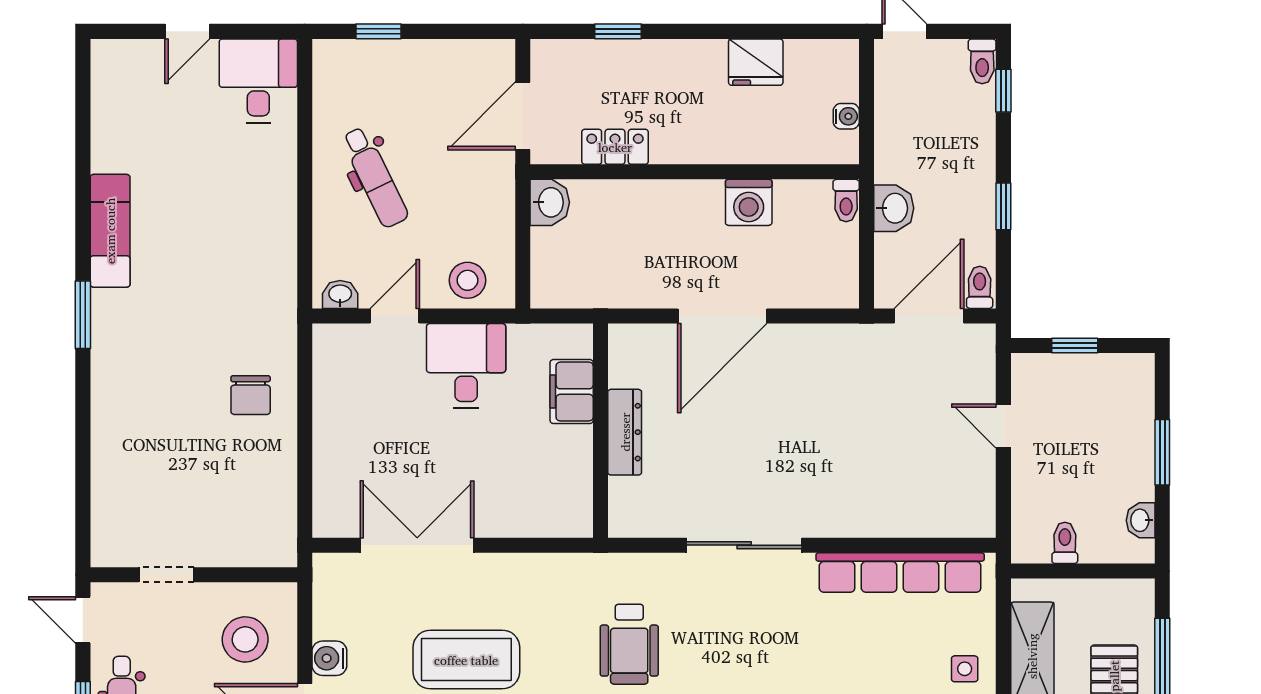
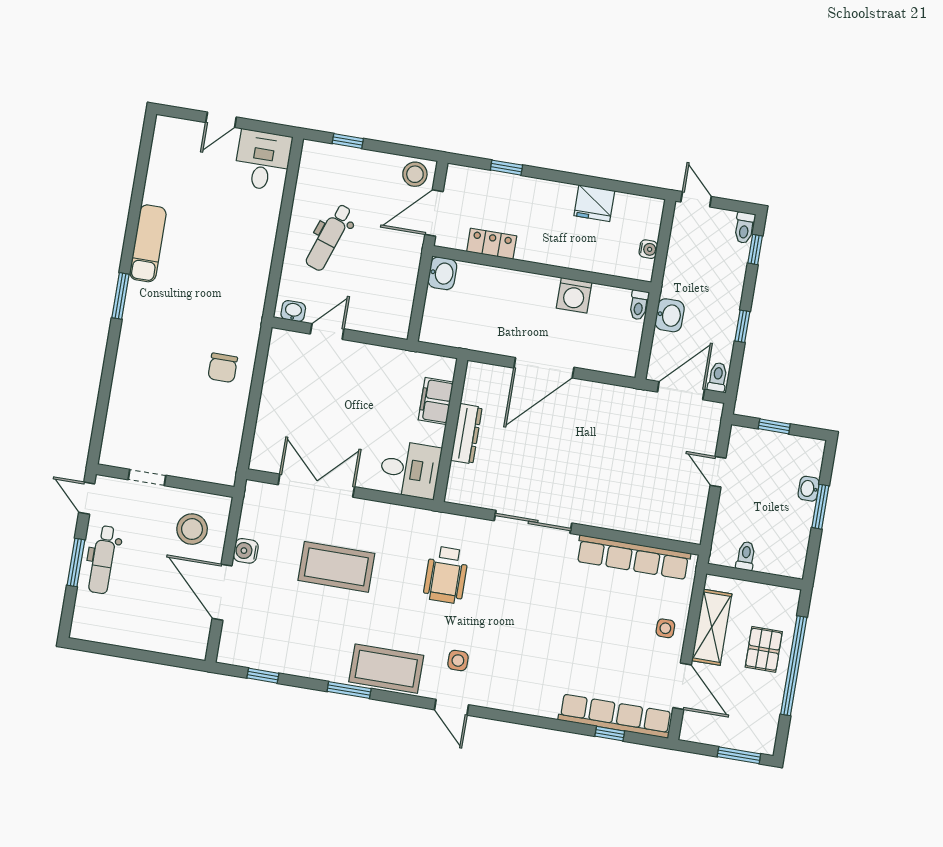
dental chair: (375, 177) -> (329, 237), turned 45
stool: (467, 280) -> (415, 174), moved
desk: (466, 366) -> (410, 469), moved, turned 90
washbasin: (1141, 520) -> (809, 489), moved

